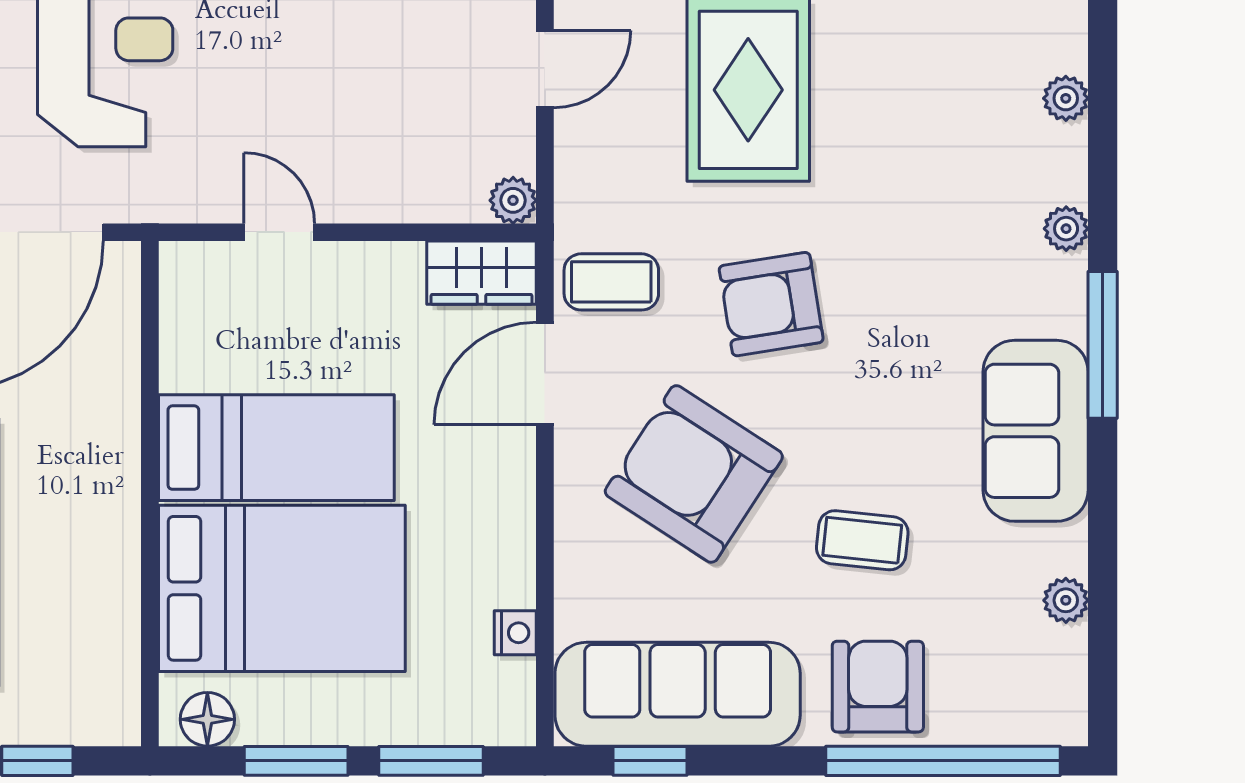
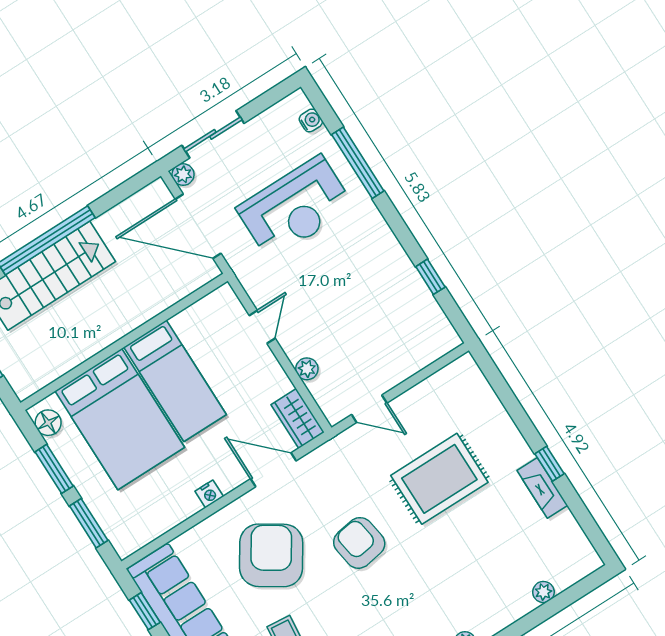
door: (545, 69) -> (369, 409), moved
plant: (1066, 98) -> (543, 592), moved
plant: (513, 200) -> (307, 369), moved
coffee table: (611, 282) -> (327, 473), removed
nightstand: (515, 633) -> (209, 494), moved

